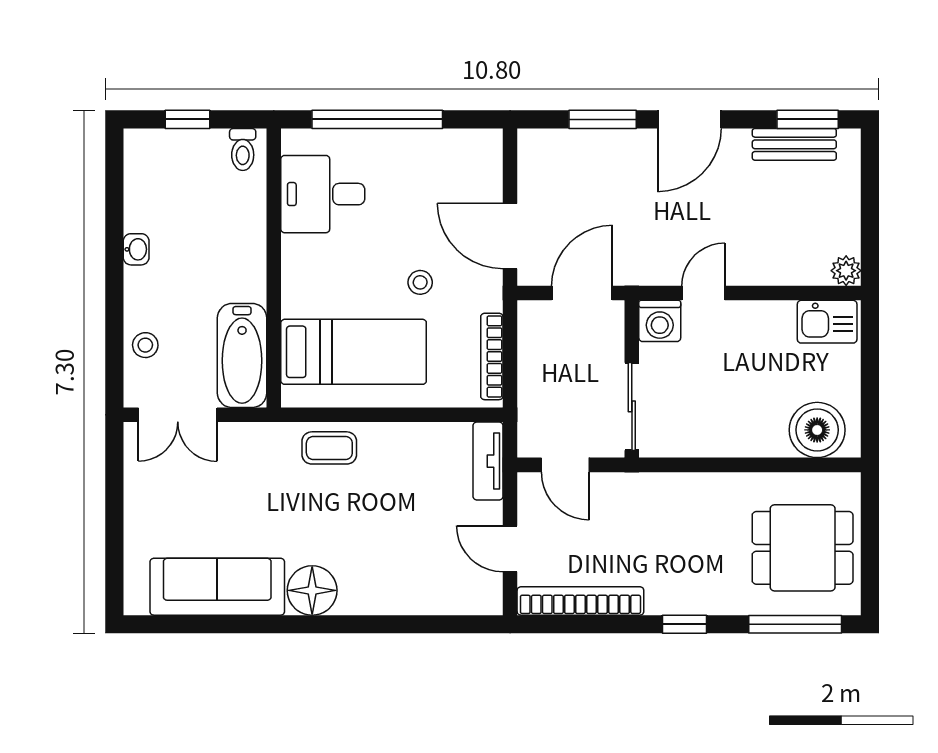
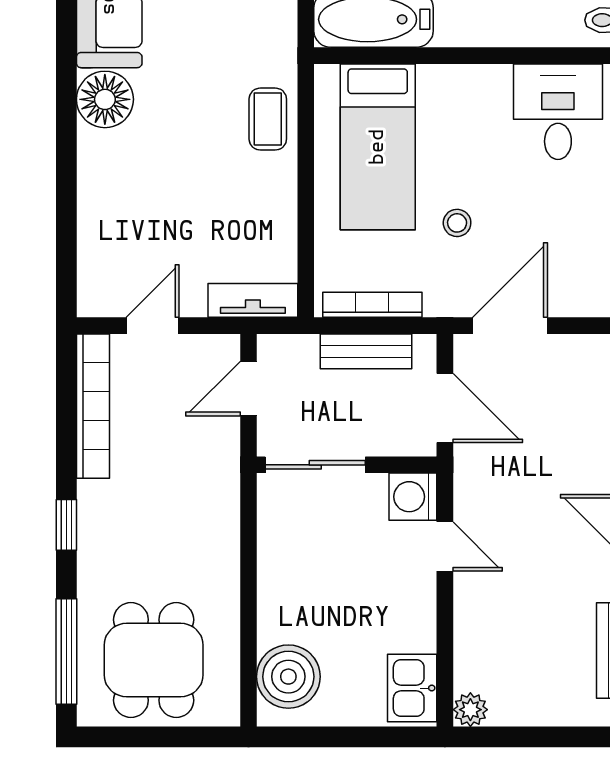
bench: (533, 362) -> (366, 351), added

